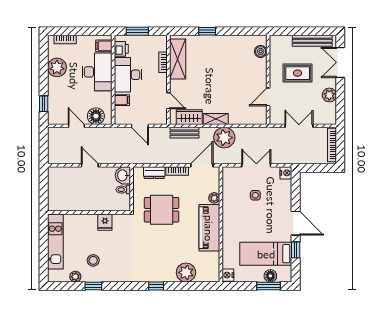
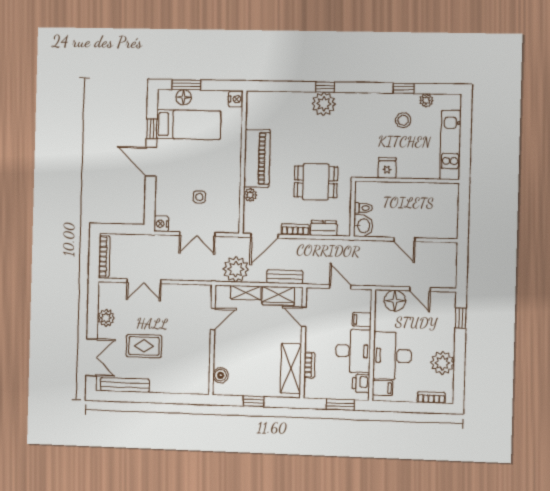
boiler: (261, 51) -> (221, 375), moved
wall: (268, 80) -> (212, 340), moved
door: (268, 97) -> (213, 319), moved
plant: (186, 272) -> (324, 104), moved

